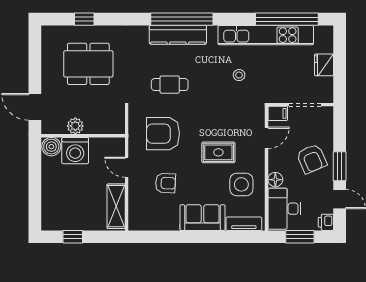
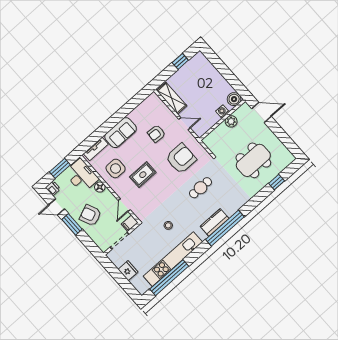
kitchen counter: (178, 35) -> (215, 222), width x0.67
washing machine: (75, 151) -> (223, 112), width x0.53, depth x0.53

